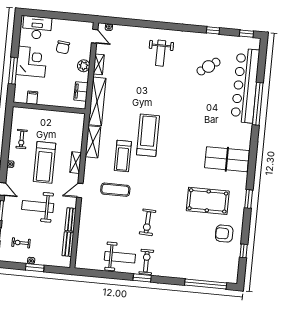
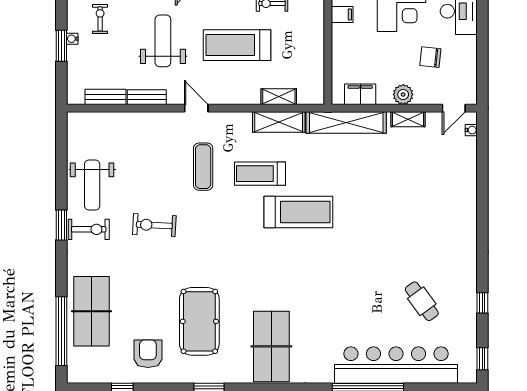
weight bench: (161, 53) -> (436, 220), removed
shelving: (76, 163) -> (279, 97), moved
table tennis table: (195, 265) -> (92, 311), added

